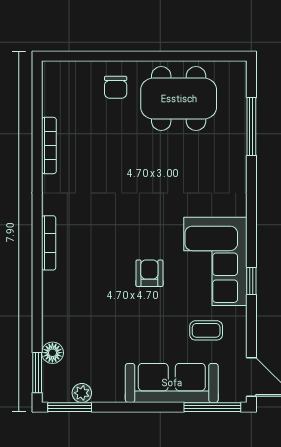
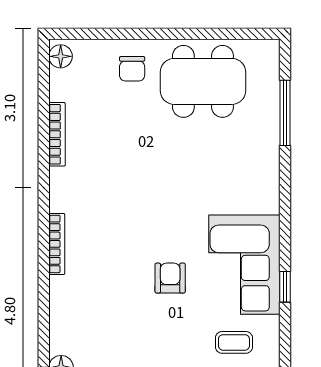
floor lamp: (52, 76) -> (61, 56), added

